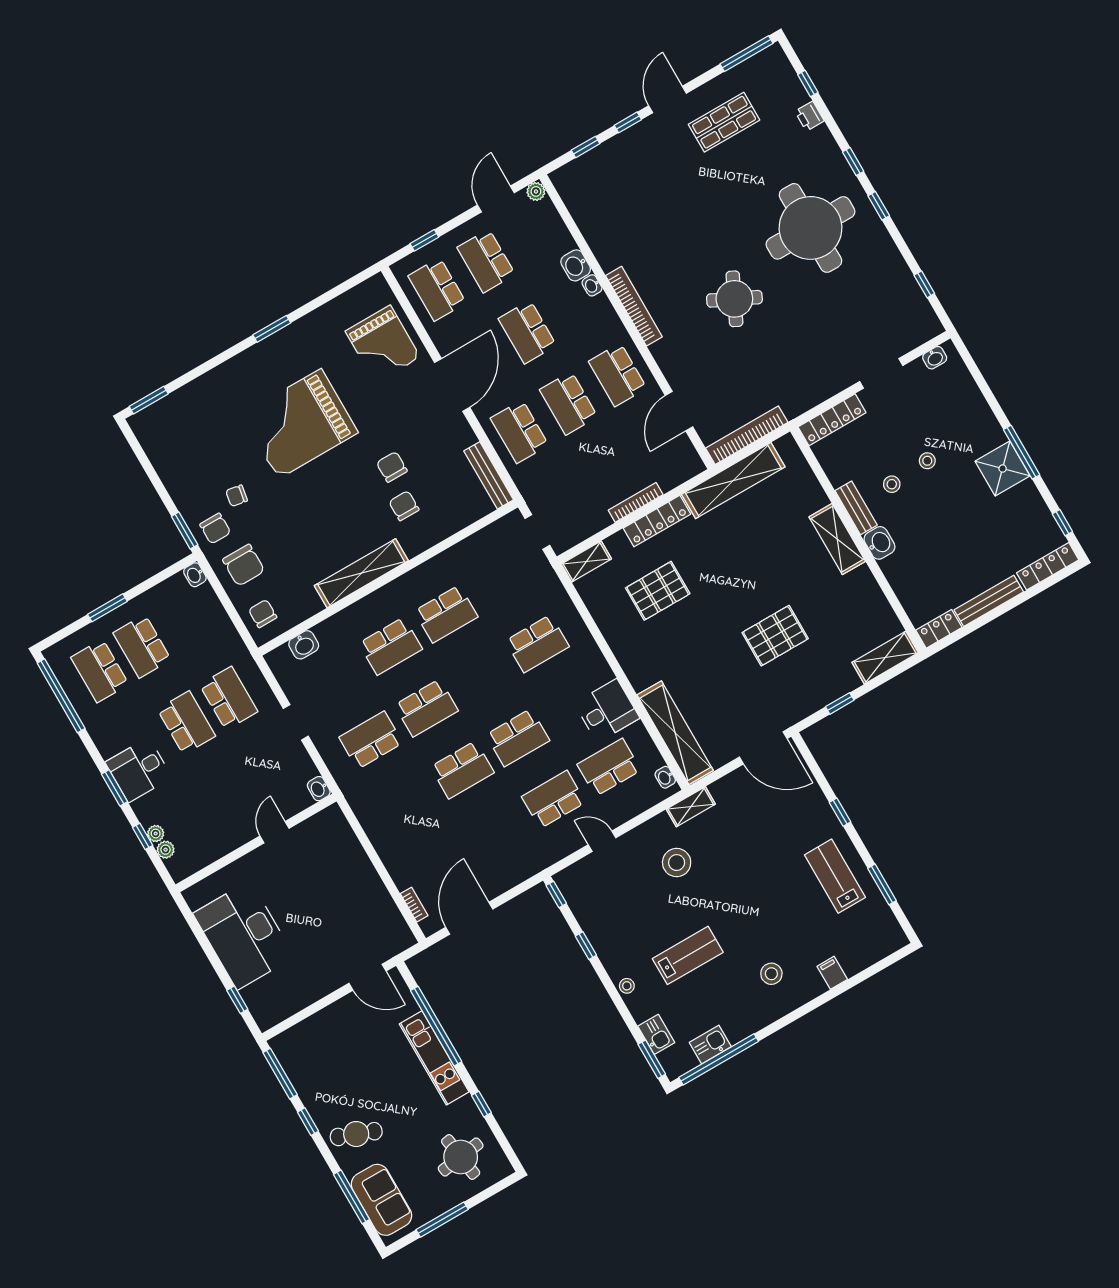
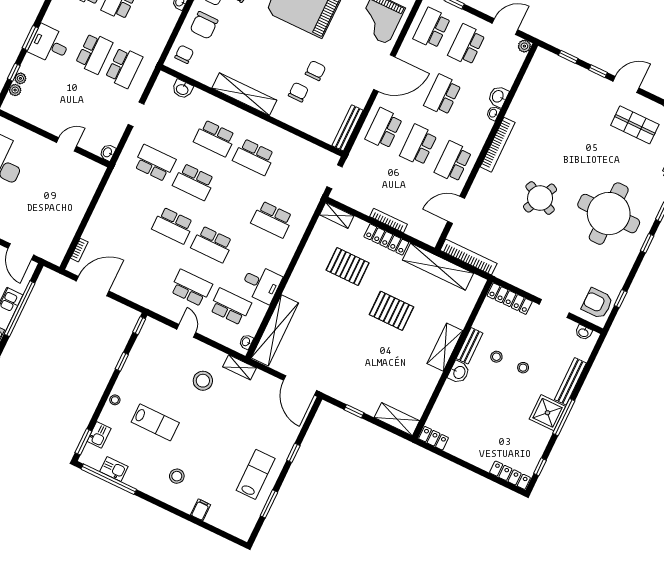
armchair: (911, 317) -> (597, 303), added
bench: (989, 601) -> (570, 381), moved, turned 90
pallet: (775, 636) -> (391, 311), moved

